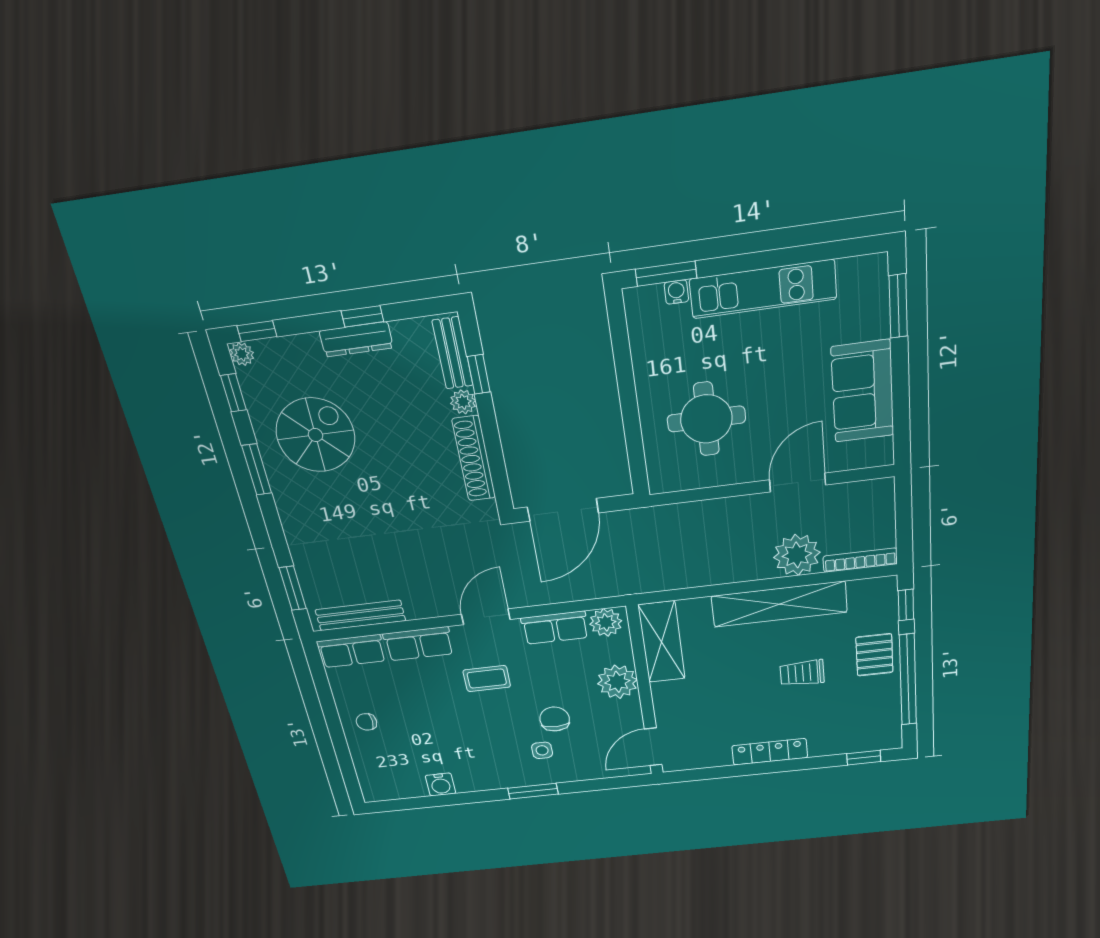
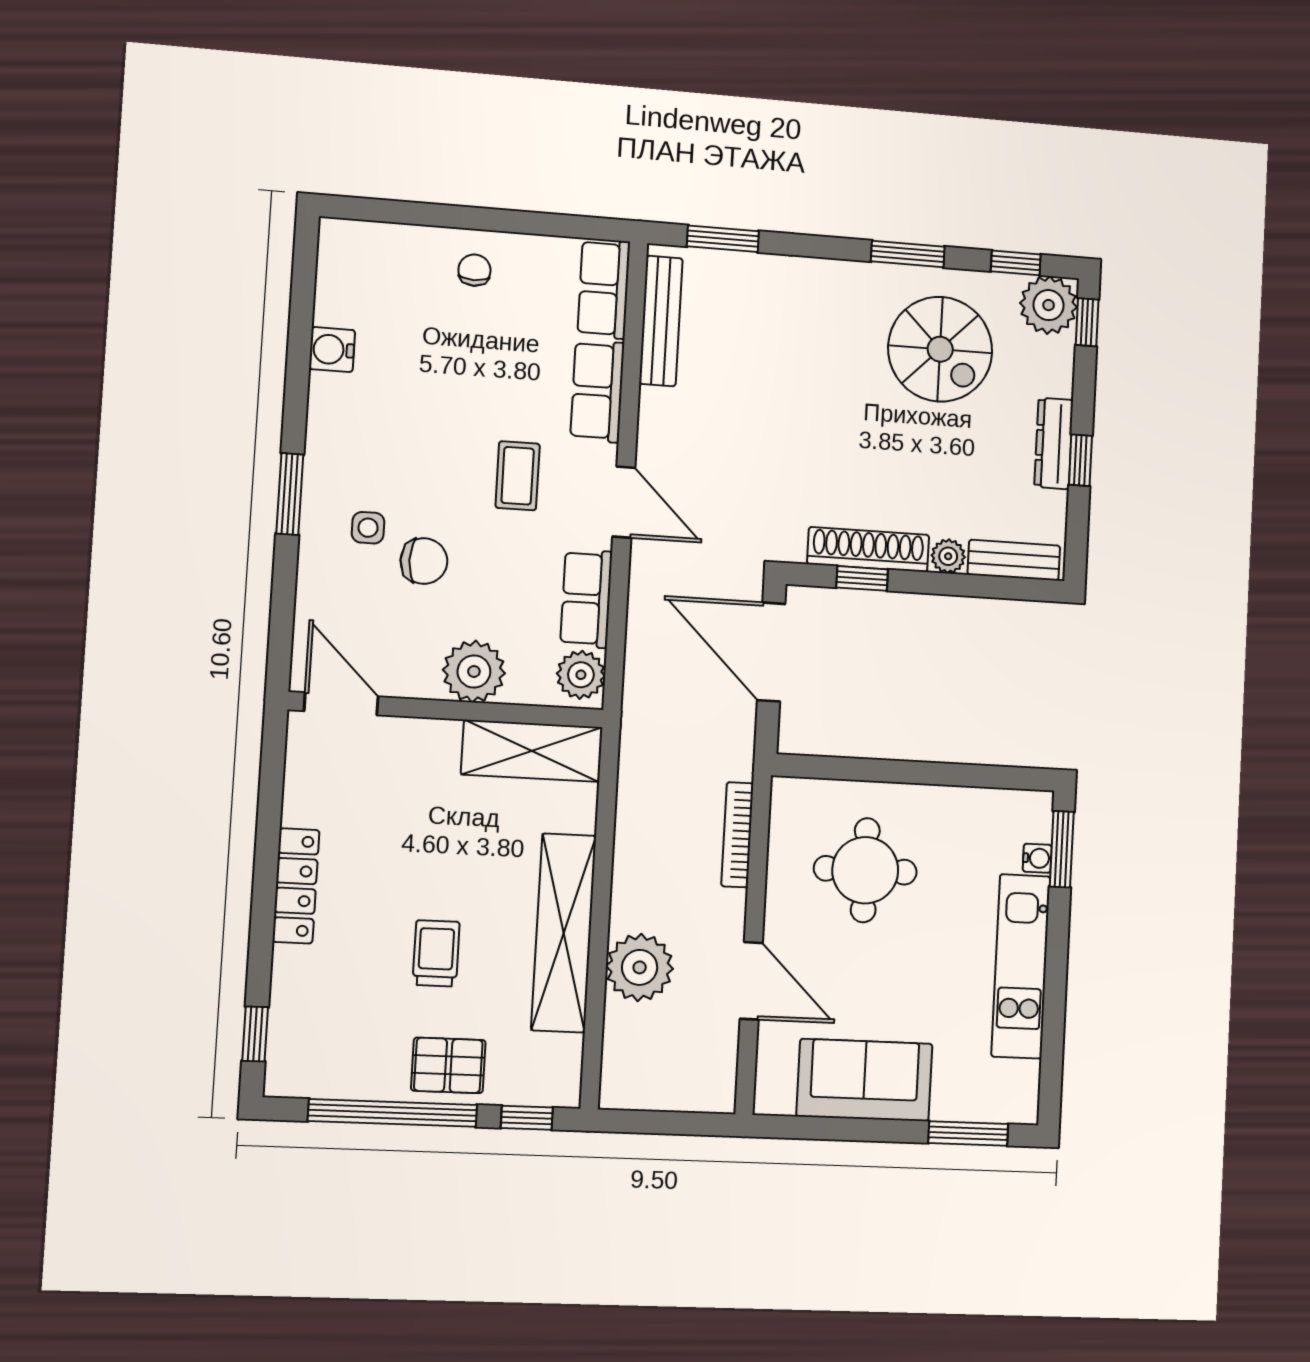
plant: (242, 354) -> (1049, 305), width x1.87, depth x1.87
window: (479, 374) -> (862, 578), moved
bookcase: (860, 560) -> (737, 835), moved, turned 180

